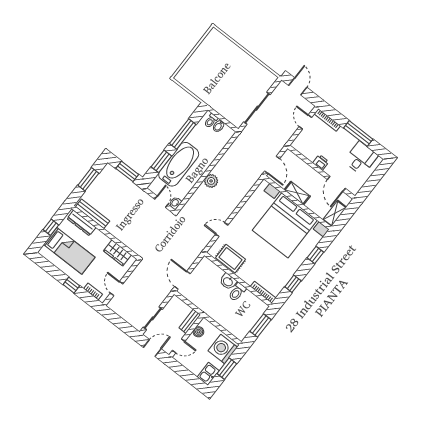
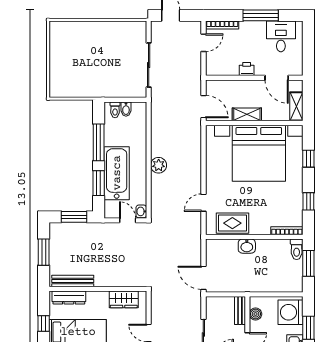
door: (305, 122) -> (203, 43), swing flipped
toilet: (237, 292) -> (297, 249), moved

